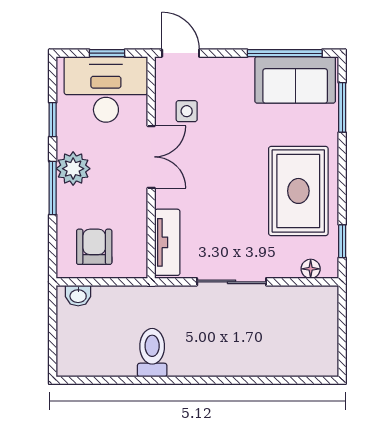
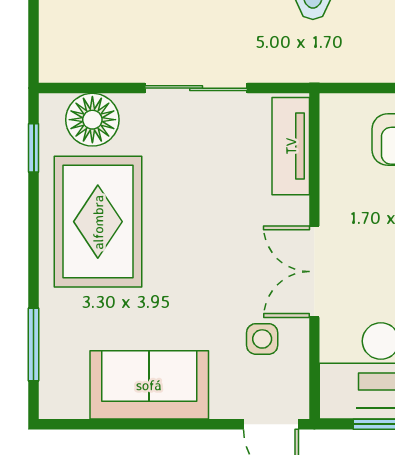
window: (285, 53) -> (118, 424), removed
sofa: (295, 80) -> (149, 385), moved
floor lamp: (311, 269) -> (92, 120), width x1.89, depth x1.89

